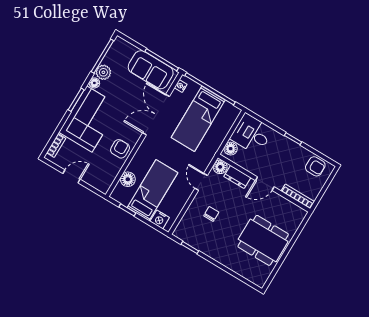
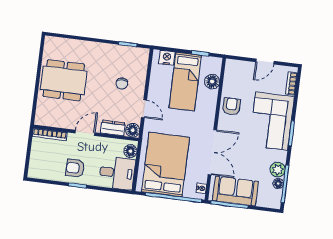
floor lamp: (94, 83) -> (278, 184), moved
bed: (198, 119) -> (165, 164), width x1.50
armchair: (120, 149) -> (232, 106), turned 180
armchair: (315, 166) -> (75, 168), moved

